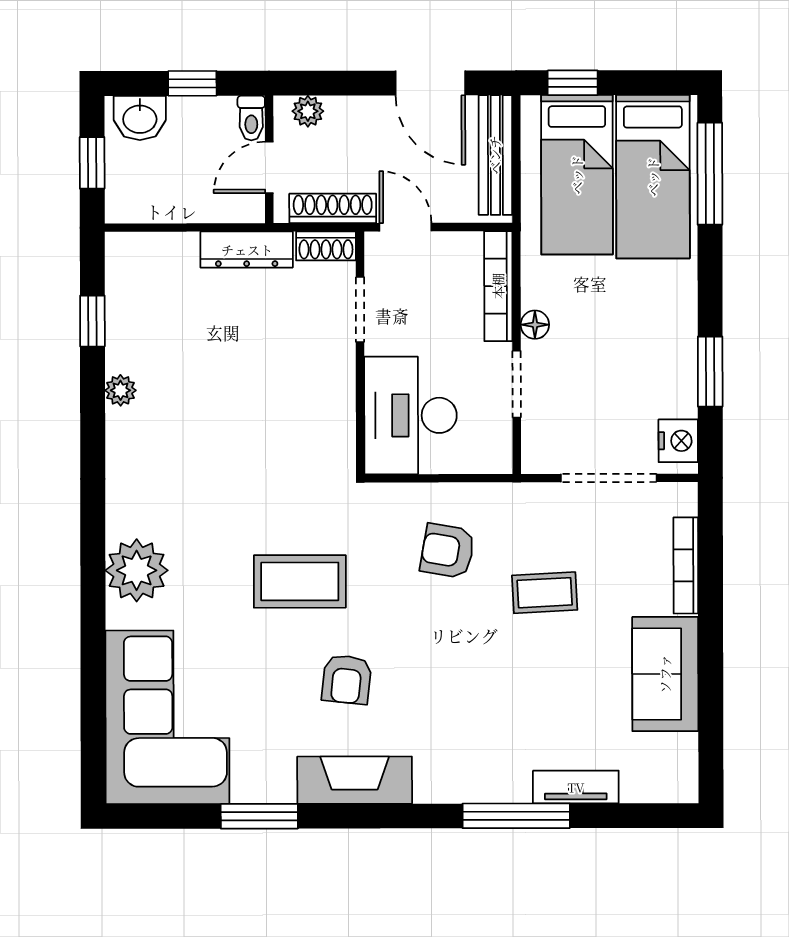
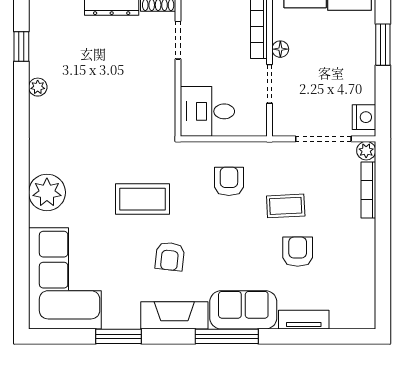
window: (710, 372) -> (383, 45), moved
desk: (411, 415) -> (207, 111), width x0.73
plant: (682, 498) -> (366, 151), added
armchair: (448, 551) -> (229, 181), turned 80
armchair: (565, 671) -> (298, 252), added
sofa: (665, 674) -> (243, 310), moved, turned 90
window: (516, 816) -> (227, 336), moved

